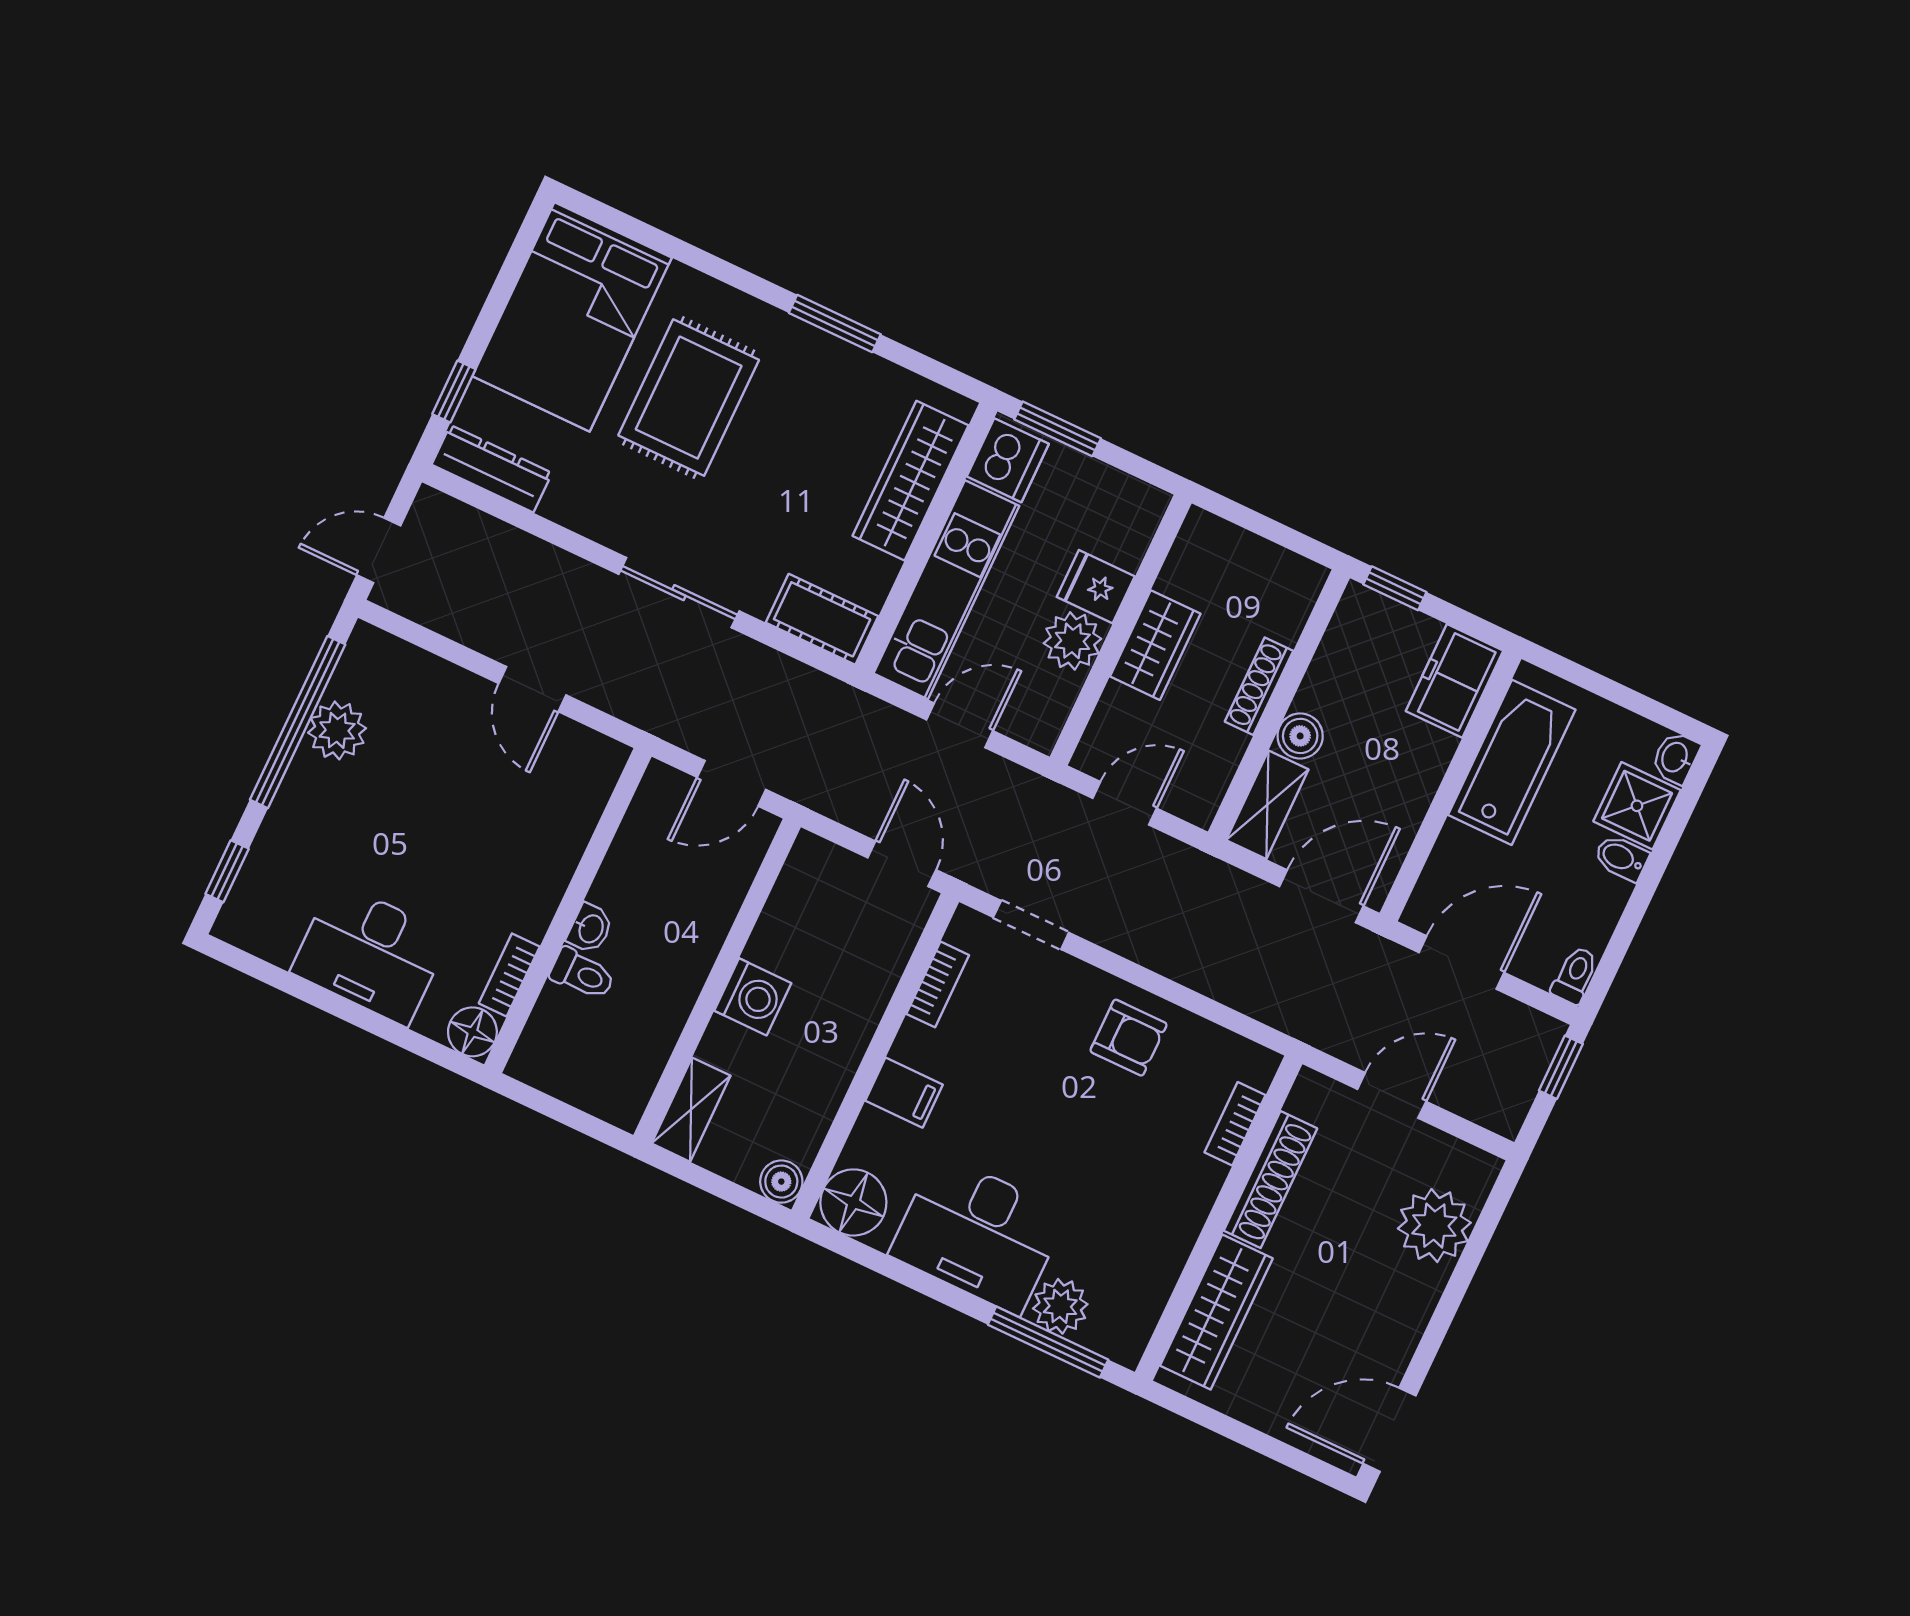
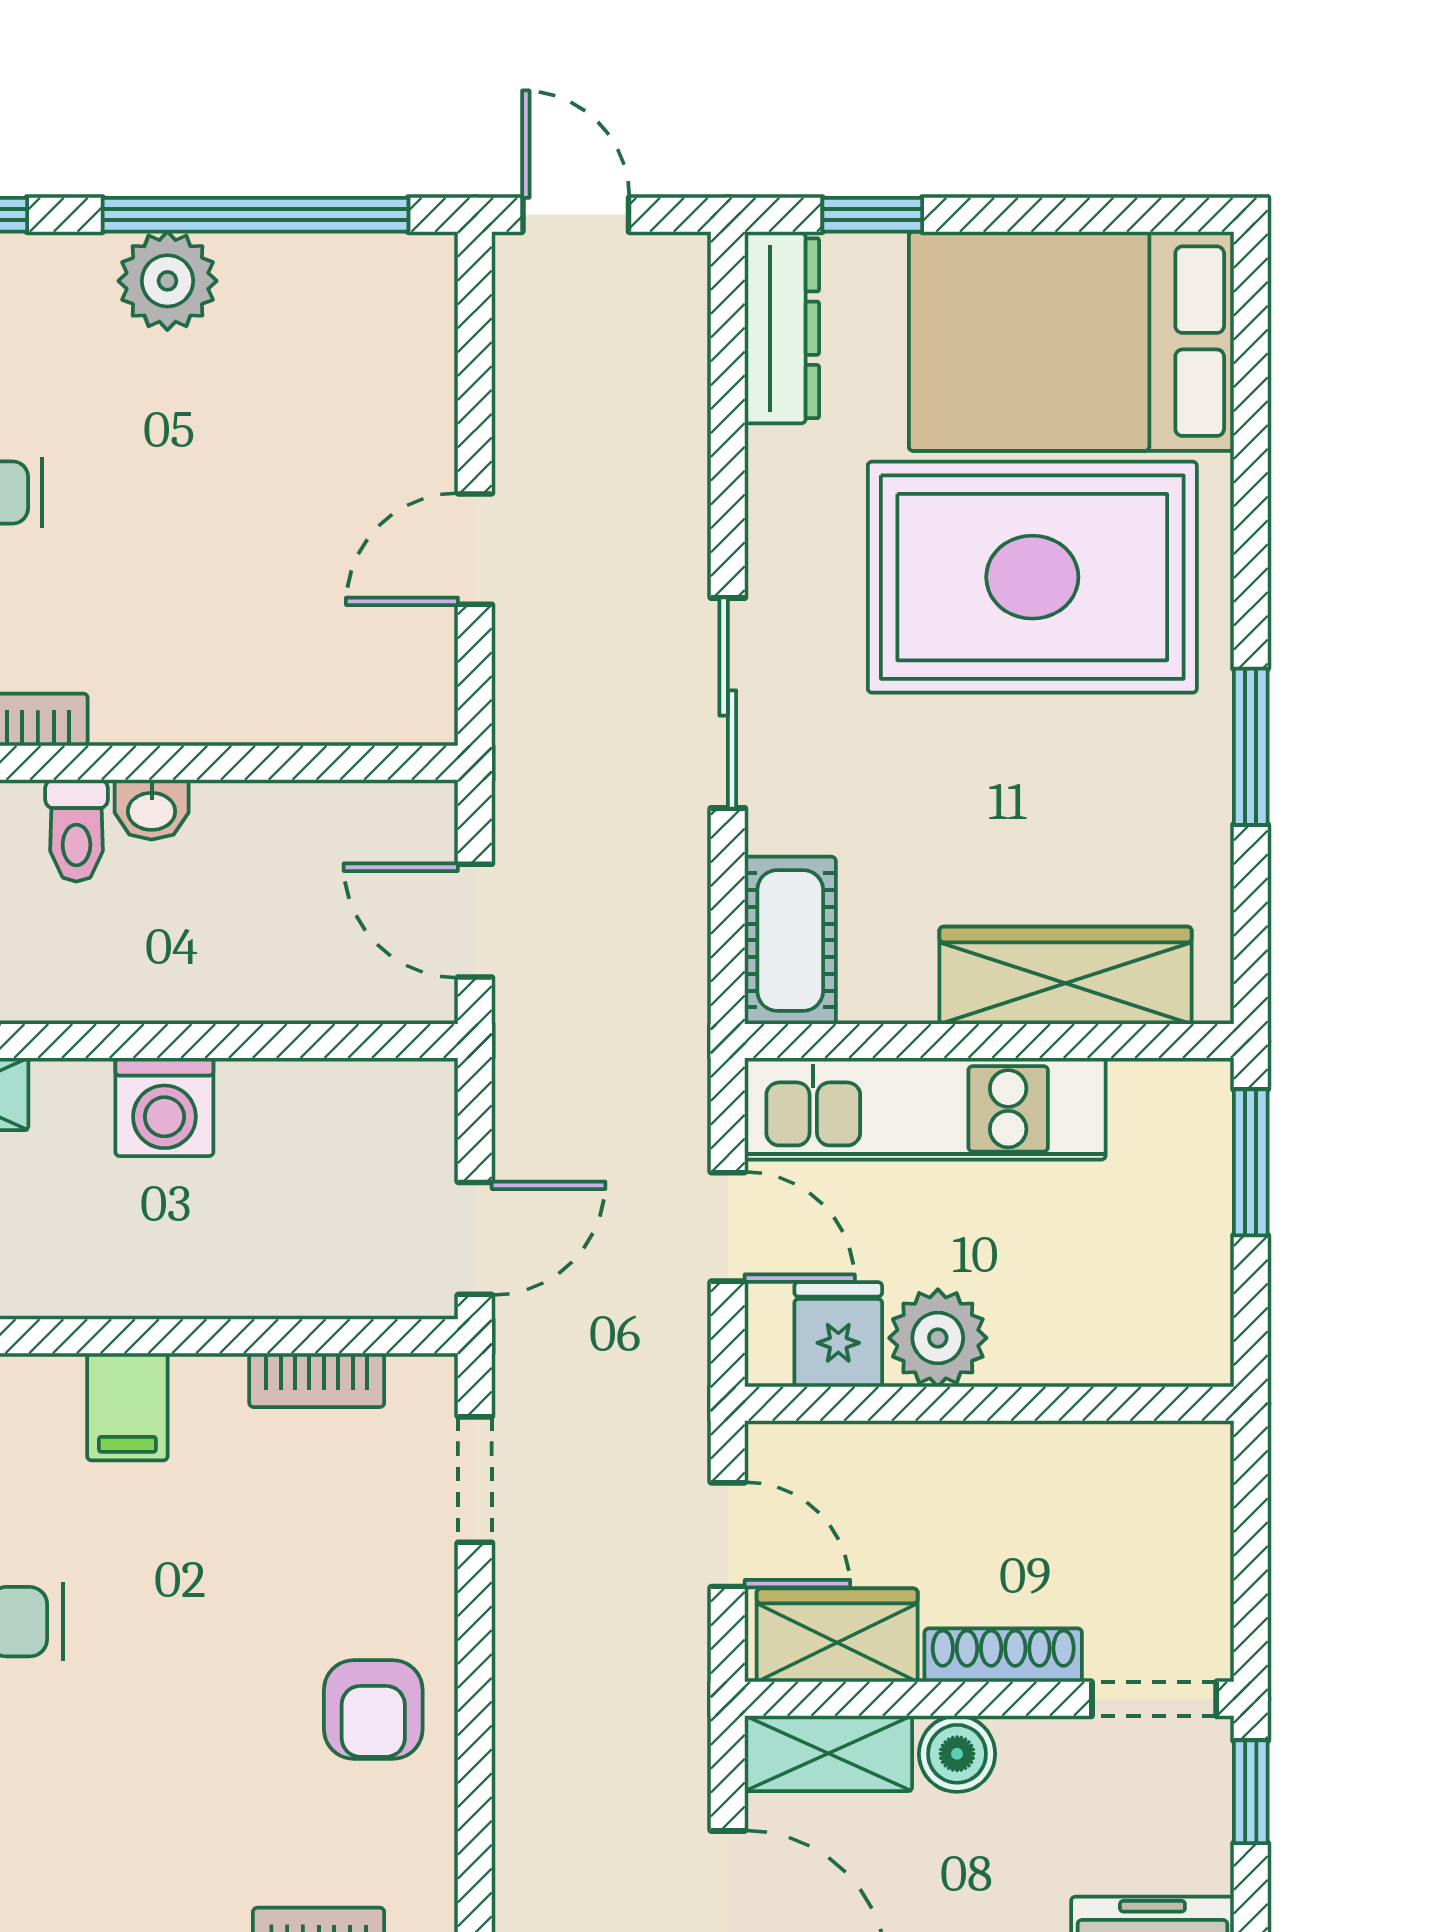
rug: (689, 398) -> (1032, 577), width x1.37, depth x1.44
dishwasher: (1008, 460) -> (1167, 1109), removed
fridge: (1096, 587) -> (838, 1334), moved
doorway: (1321, 616) -> (1154, 1699), added
wardrobe: (1155, 645) -> (837, 1635), moved, turned 180
plant: (337, 730) -> (167, 281), moved

